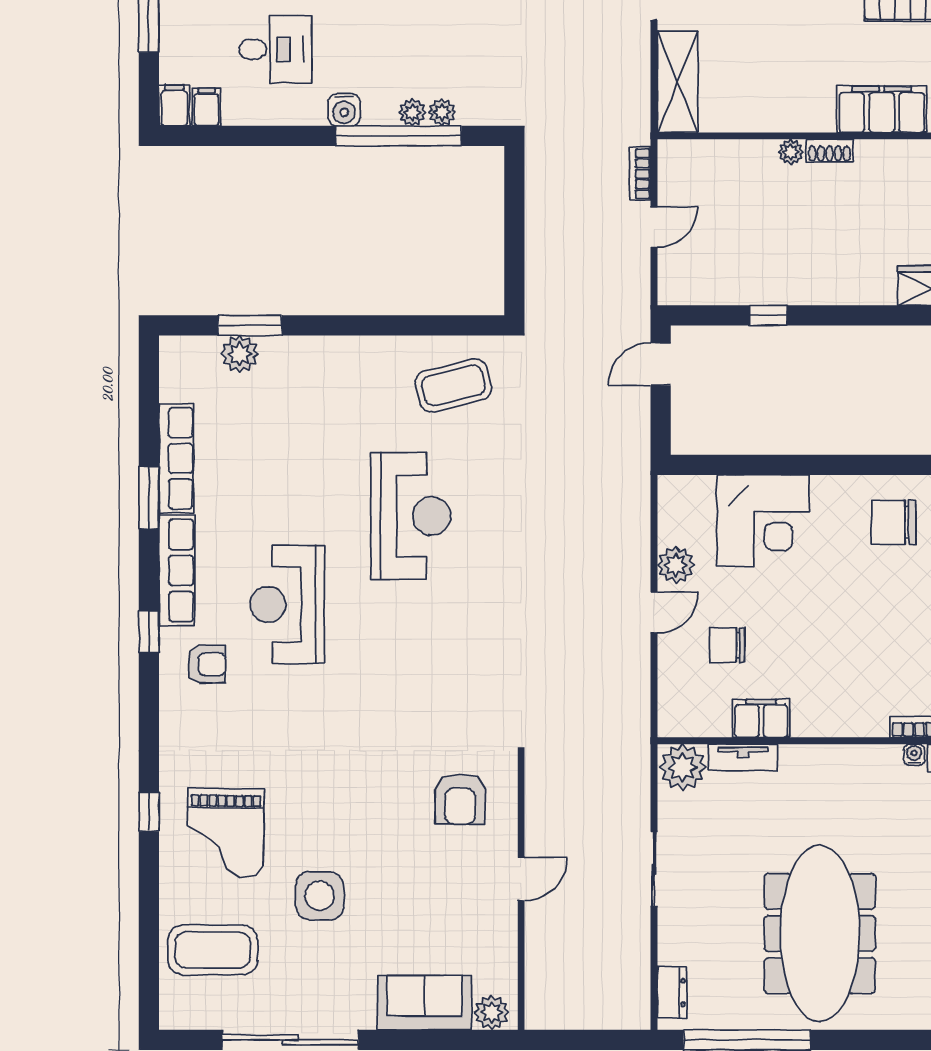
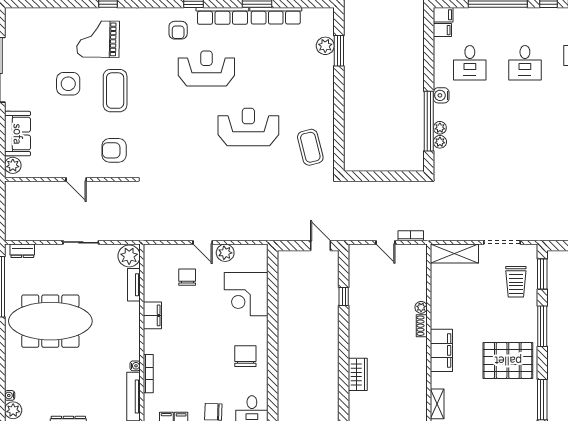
reception desk: (411, 516) -> (248, 127), turned 180
filing cabinet: (761, 718) -> (152, 315), moved
coffee table: (213, 950) -> (115, 91), moved

